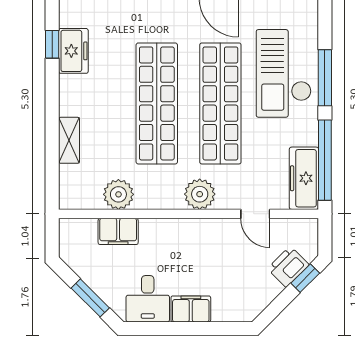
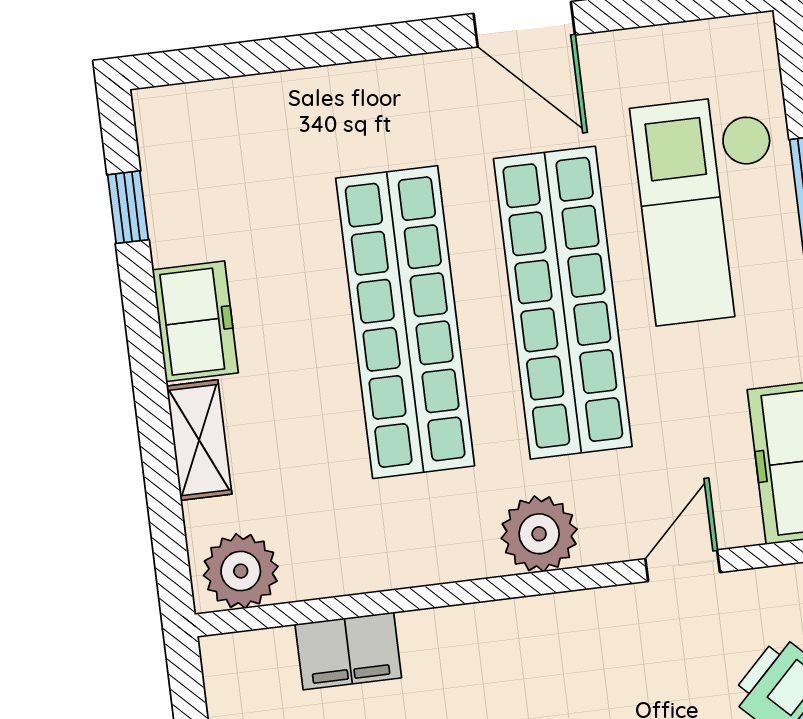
freezer: (73, 51) -> (195, 321), moved
plant: (118, 194) -> (241, 571), moved
door: (255, 214) -> (683, 566), swing flipped

